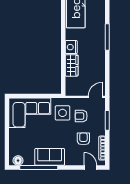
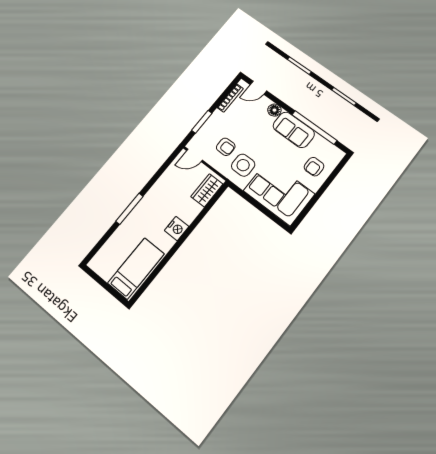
wardrobe: (72, 65) -> (207, 190), moved
armchair: (83, 139) -> (314, 167), moved
floor lamp: (18, 161) -> (274, 110), moved
door: (90, 167) -> (258, 88), hinge flipped

